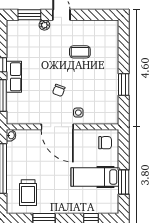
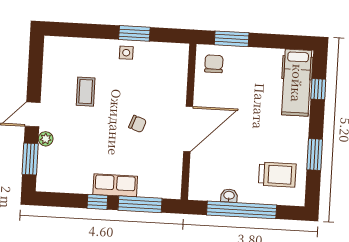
side table: (78, 113) -> (126, 53), moved
washbasin: (11, 135) -> (229, 196), moved
hospital bed: (95, 177) -> (297, 83), moved
window: (124, 182) -> (232, 39), moved

